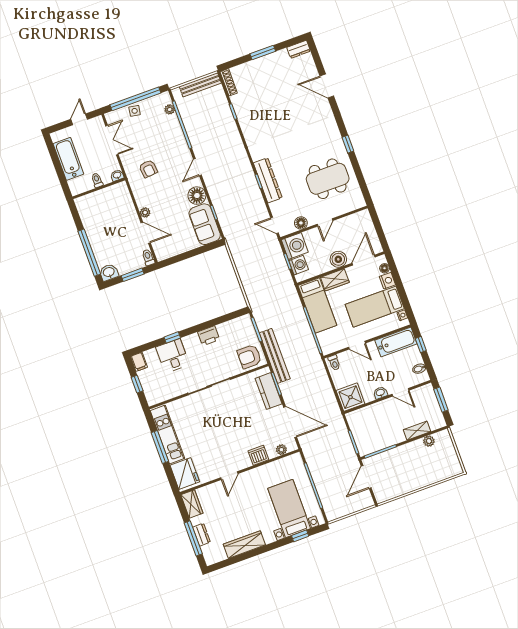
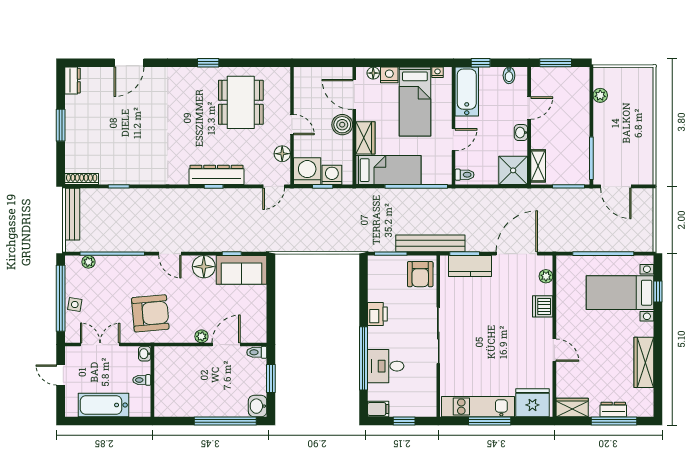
armchair: (148, 169) -> (150, 313), width x1.88, depth x1.88
window: (172, 337) -> (363, 358), width x3.17
shelving: (417, 431) -> (538, 166), moved

